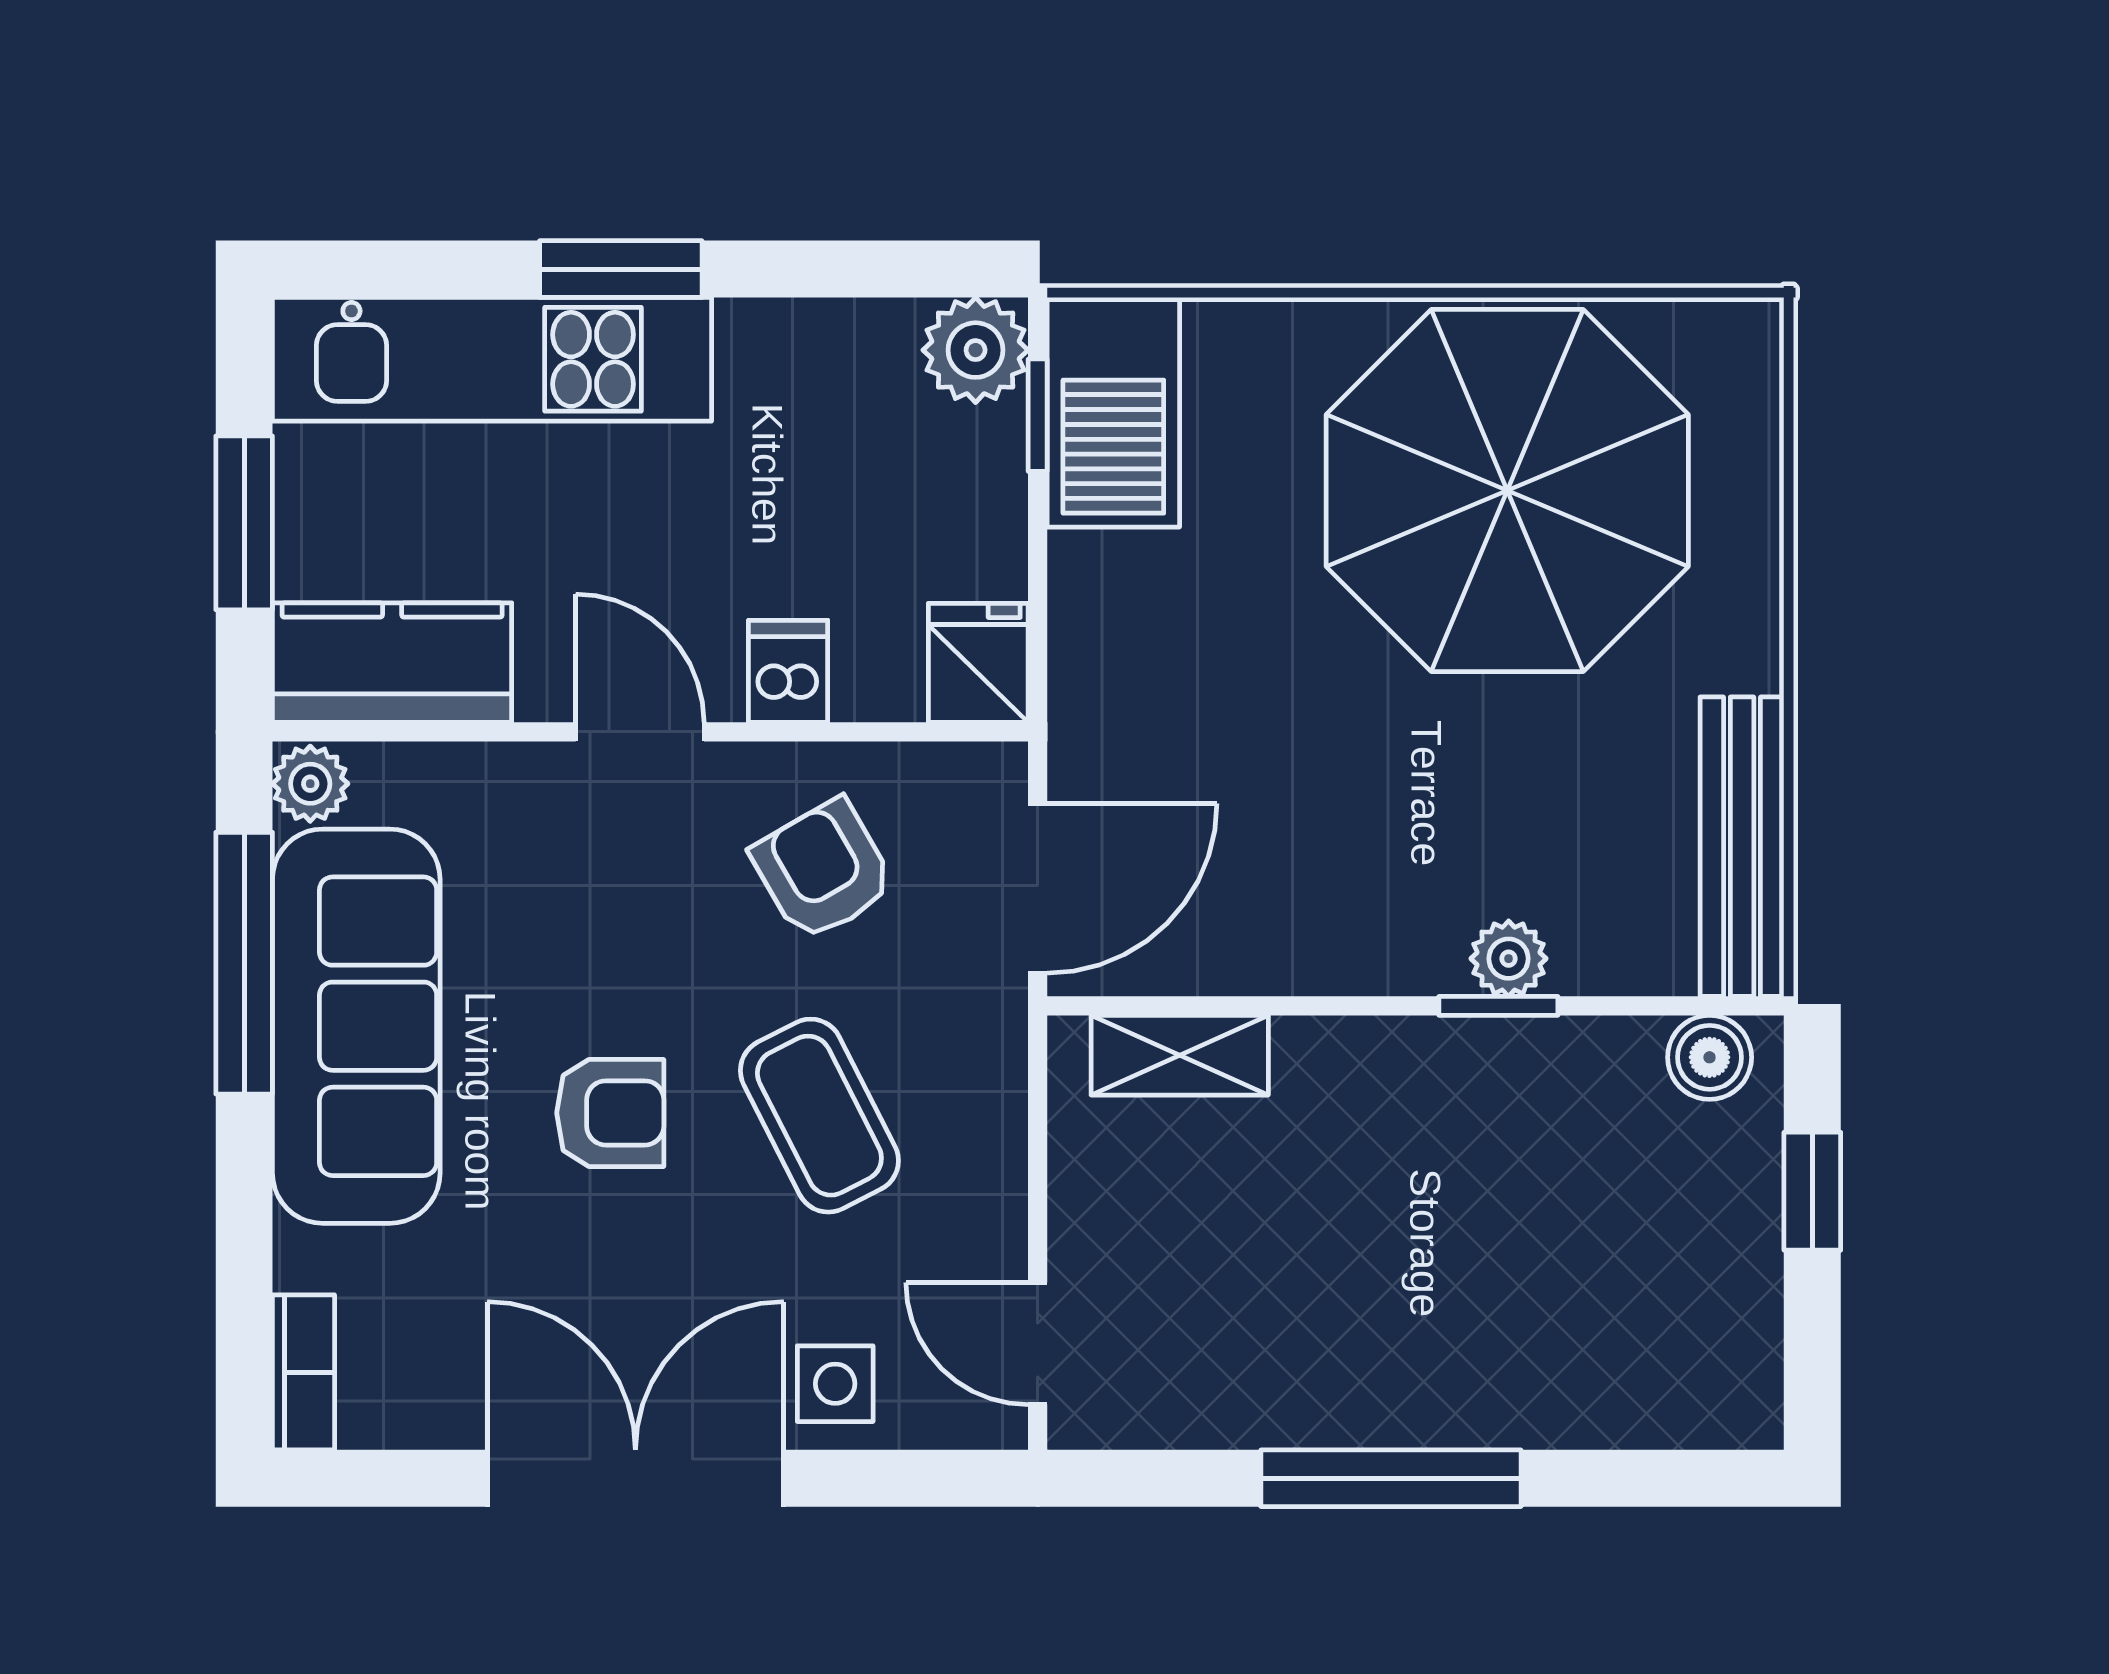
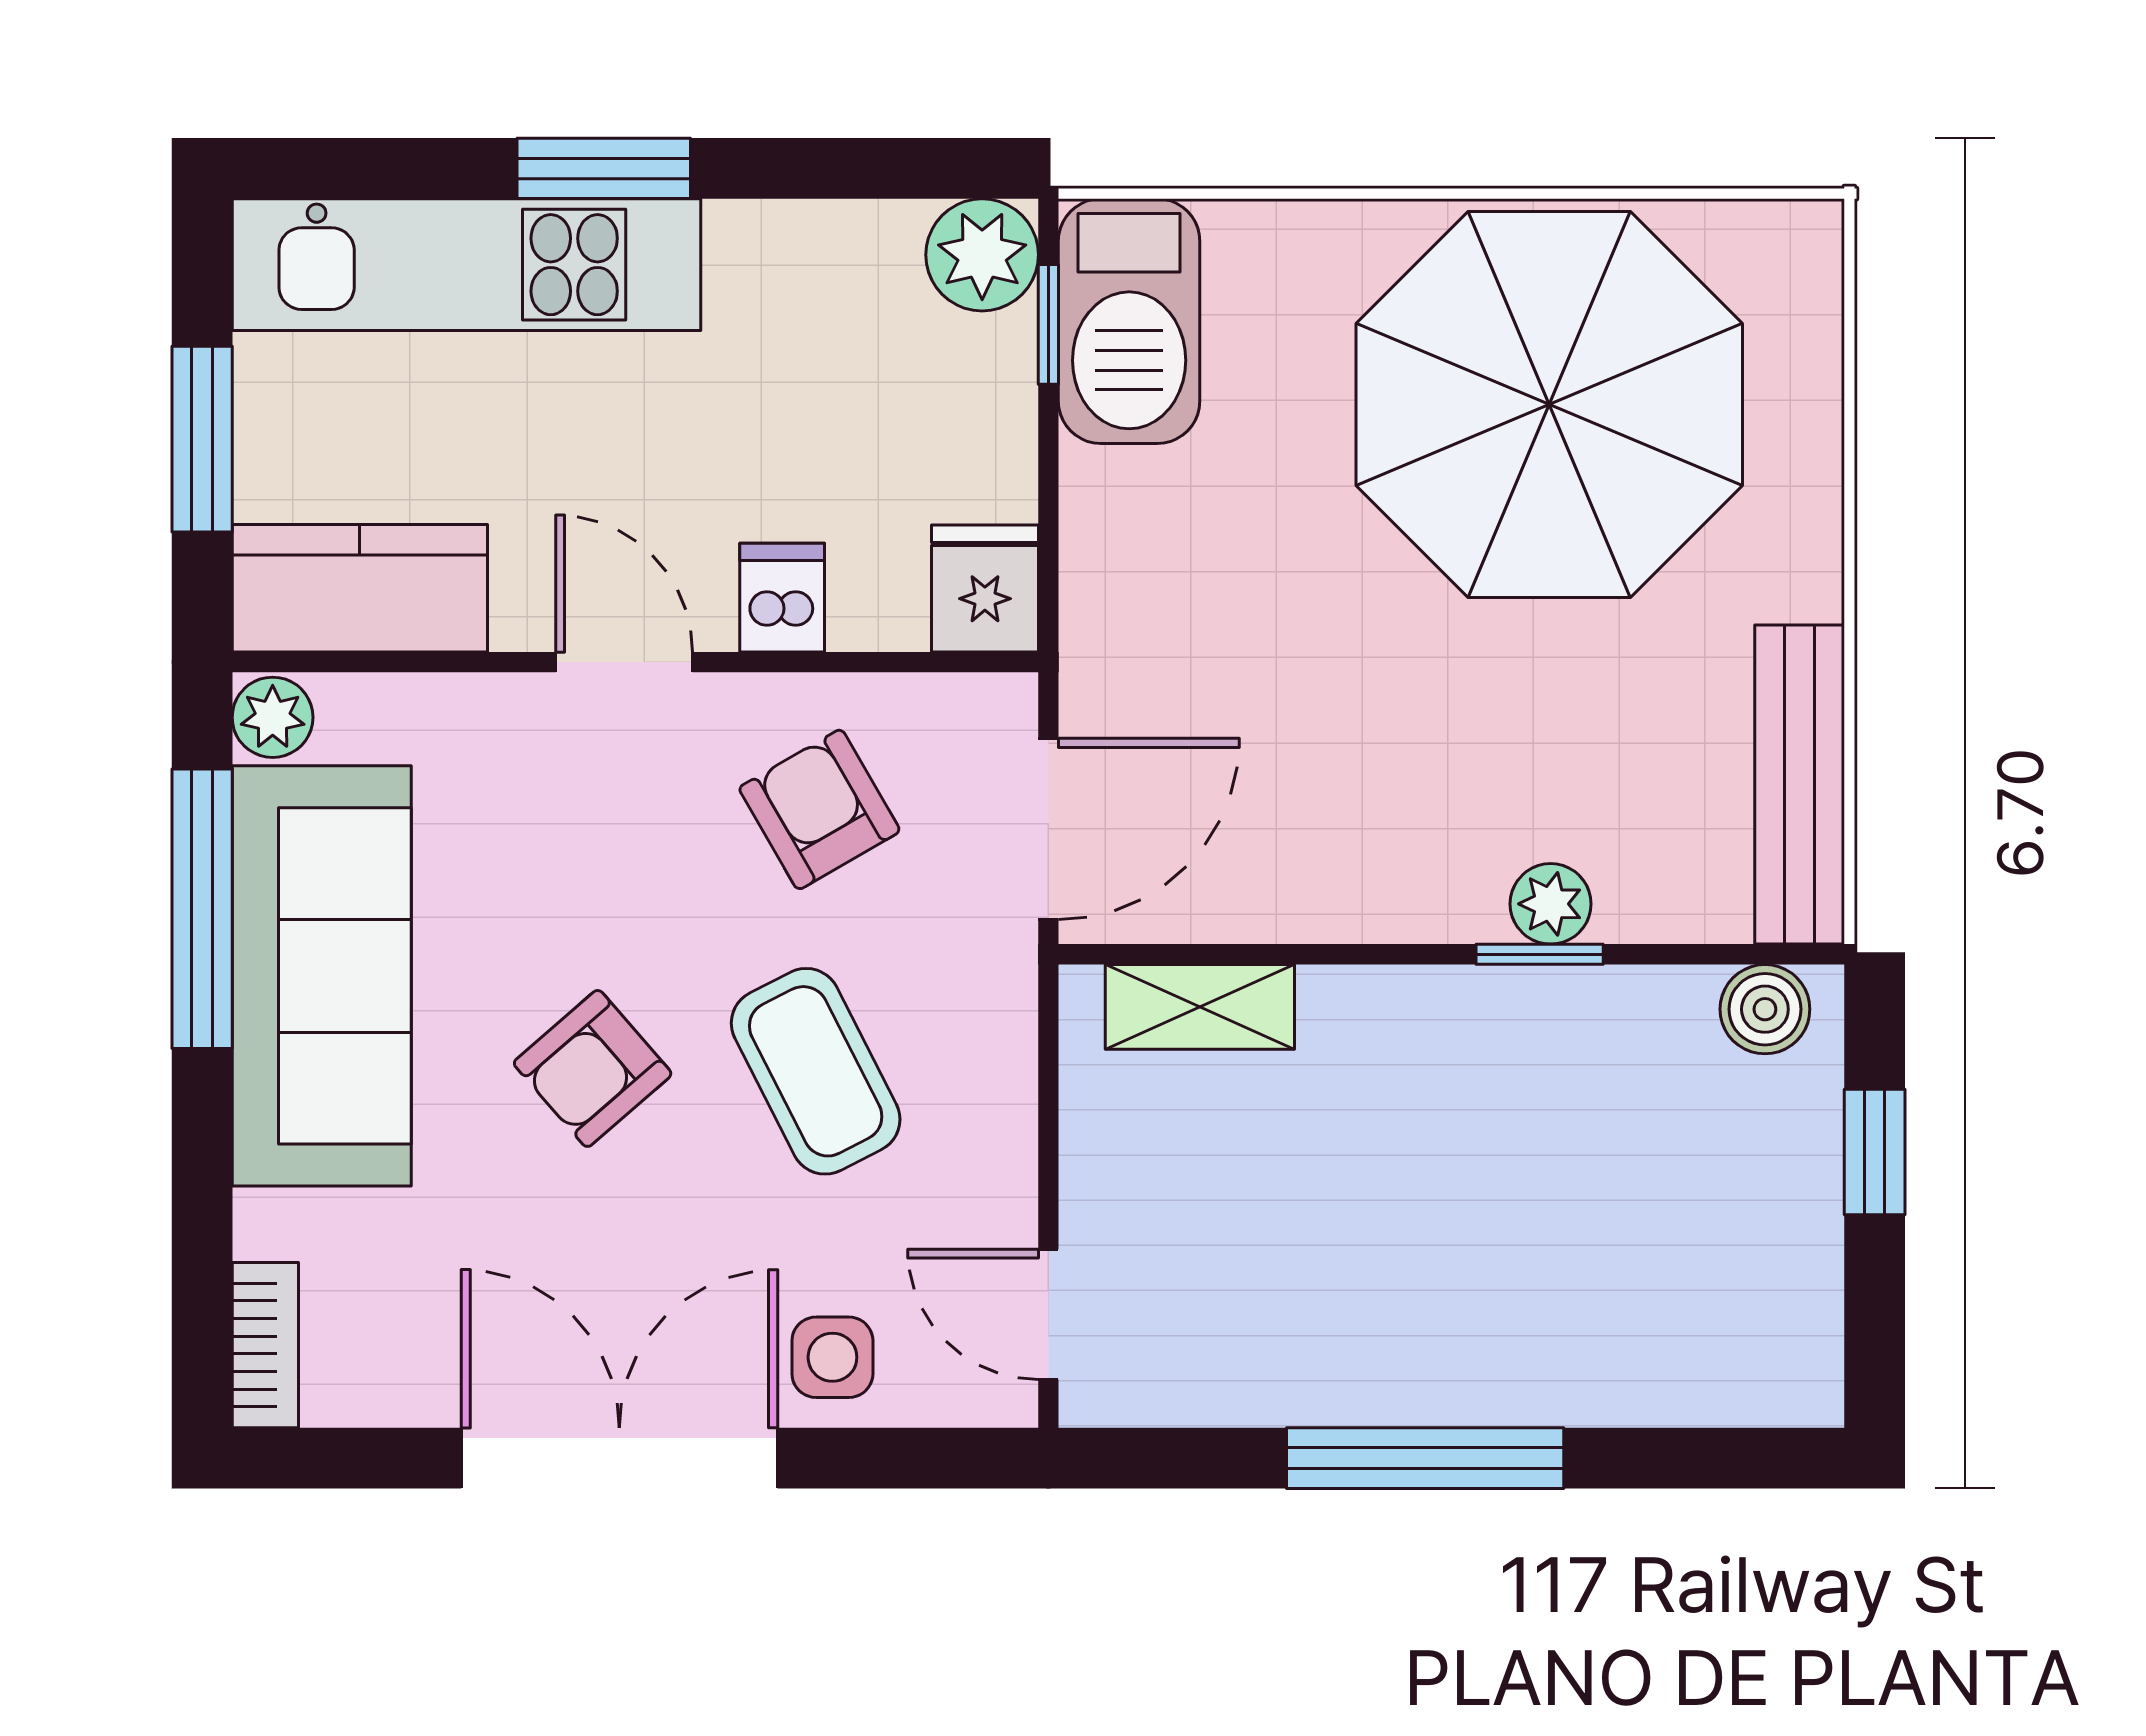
armchair: (610, 1113) -> (593, 1068), turned 139

